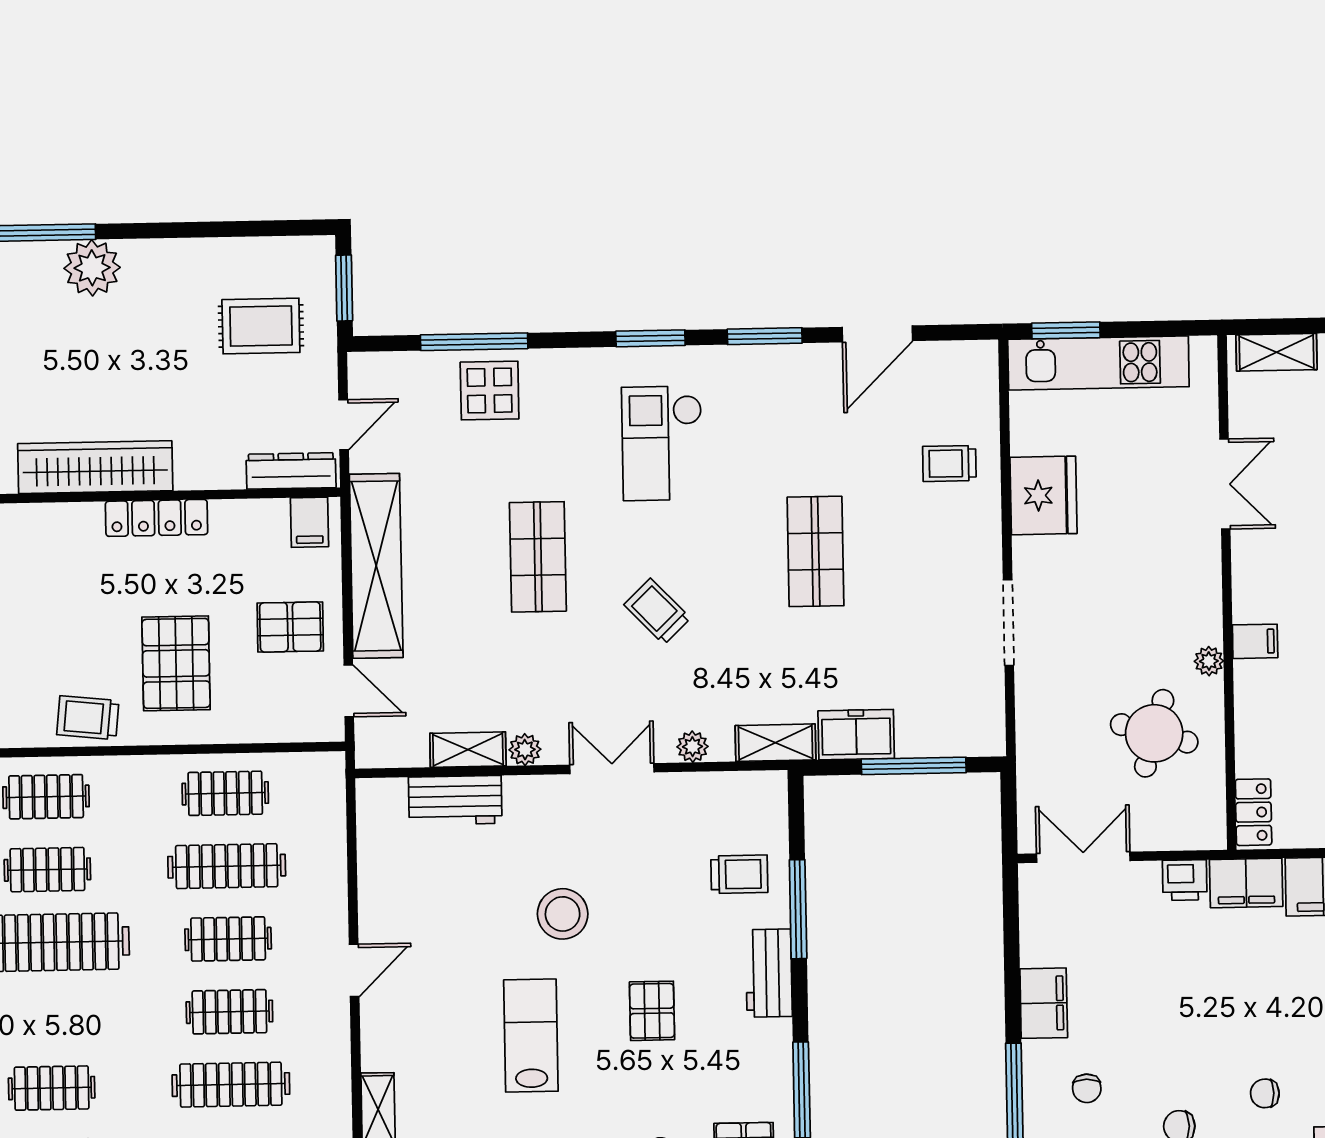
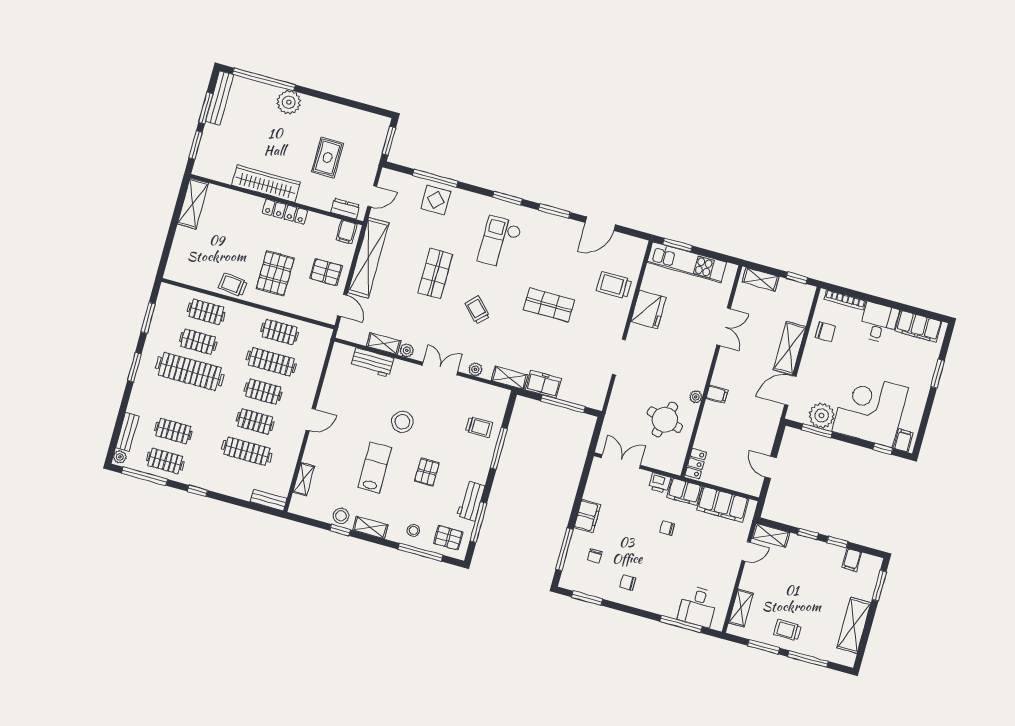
rug: (261, 326) -> (328, 158), moved, turned 90
trolley: (949, 463) -> (614, 285), width x1.36, depth x1.39
dresser: (291, 471) -> (345, 209), width x0.70
shop shelf: (815, 551) -> (549, 305), turned 90
workbench: (769, 973) -> (471, 501), moved
chair: (1265, 1093) -> (667, 528), moved

